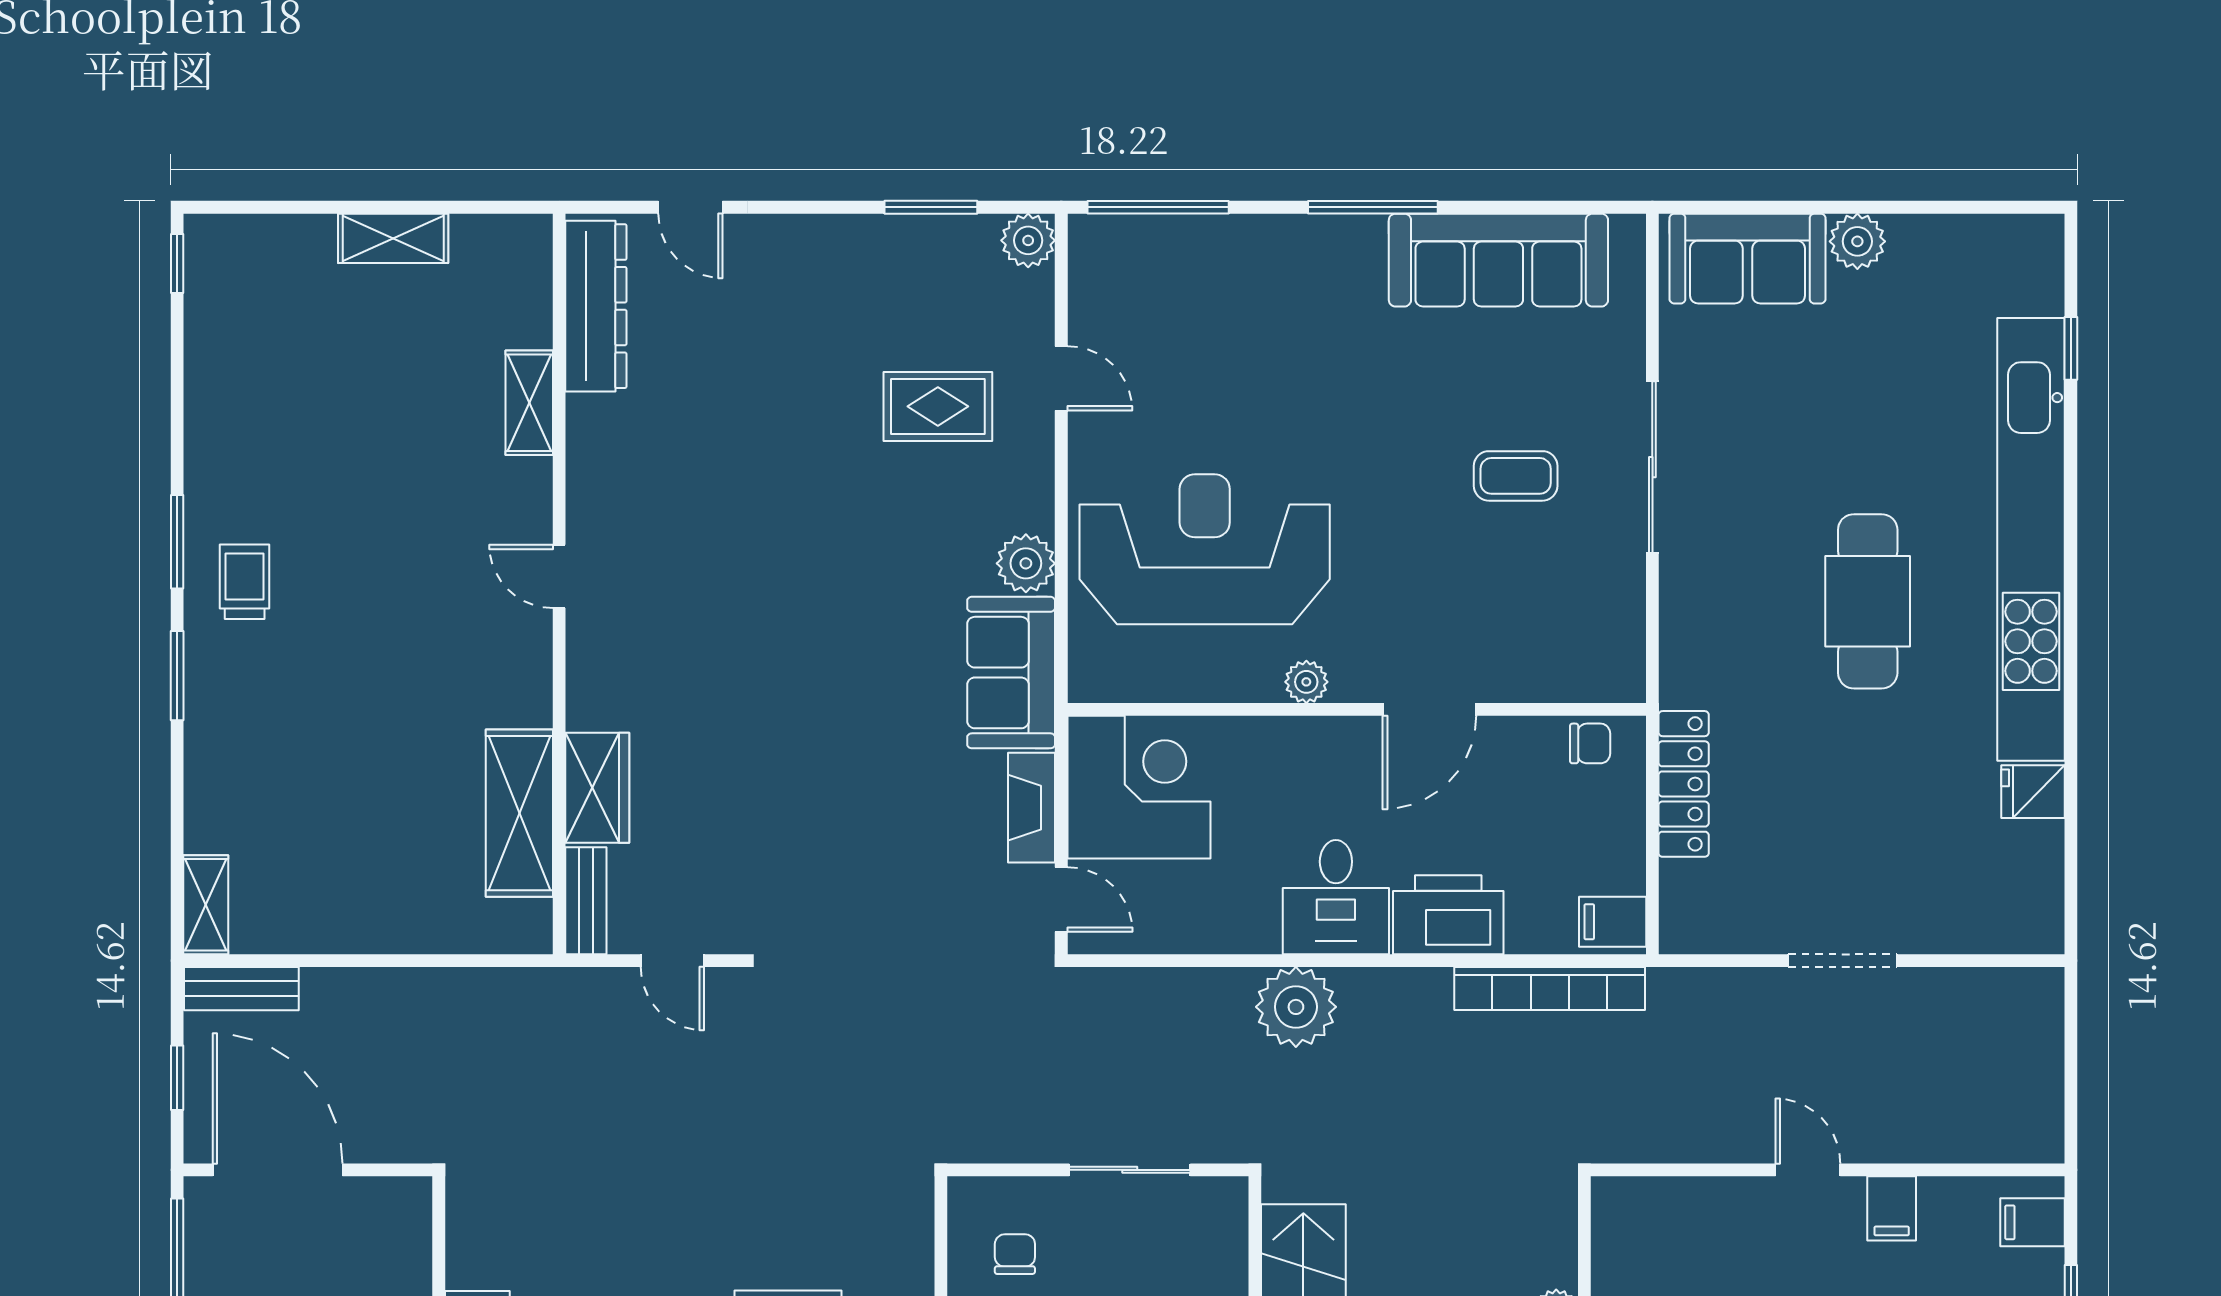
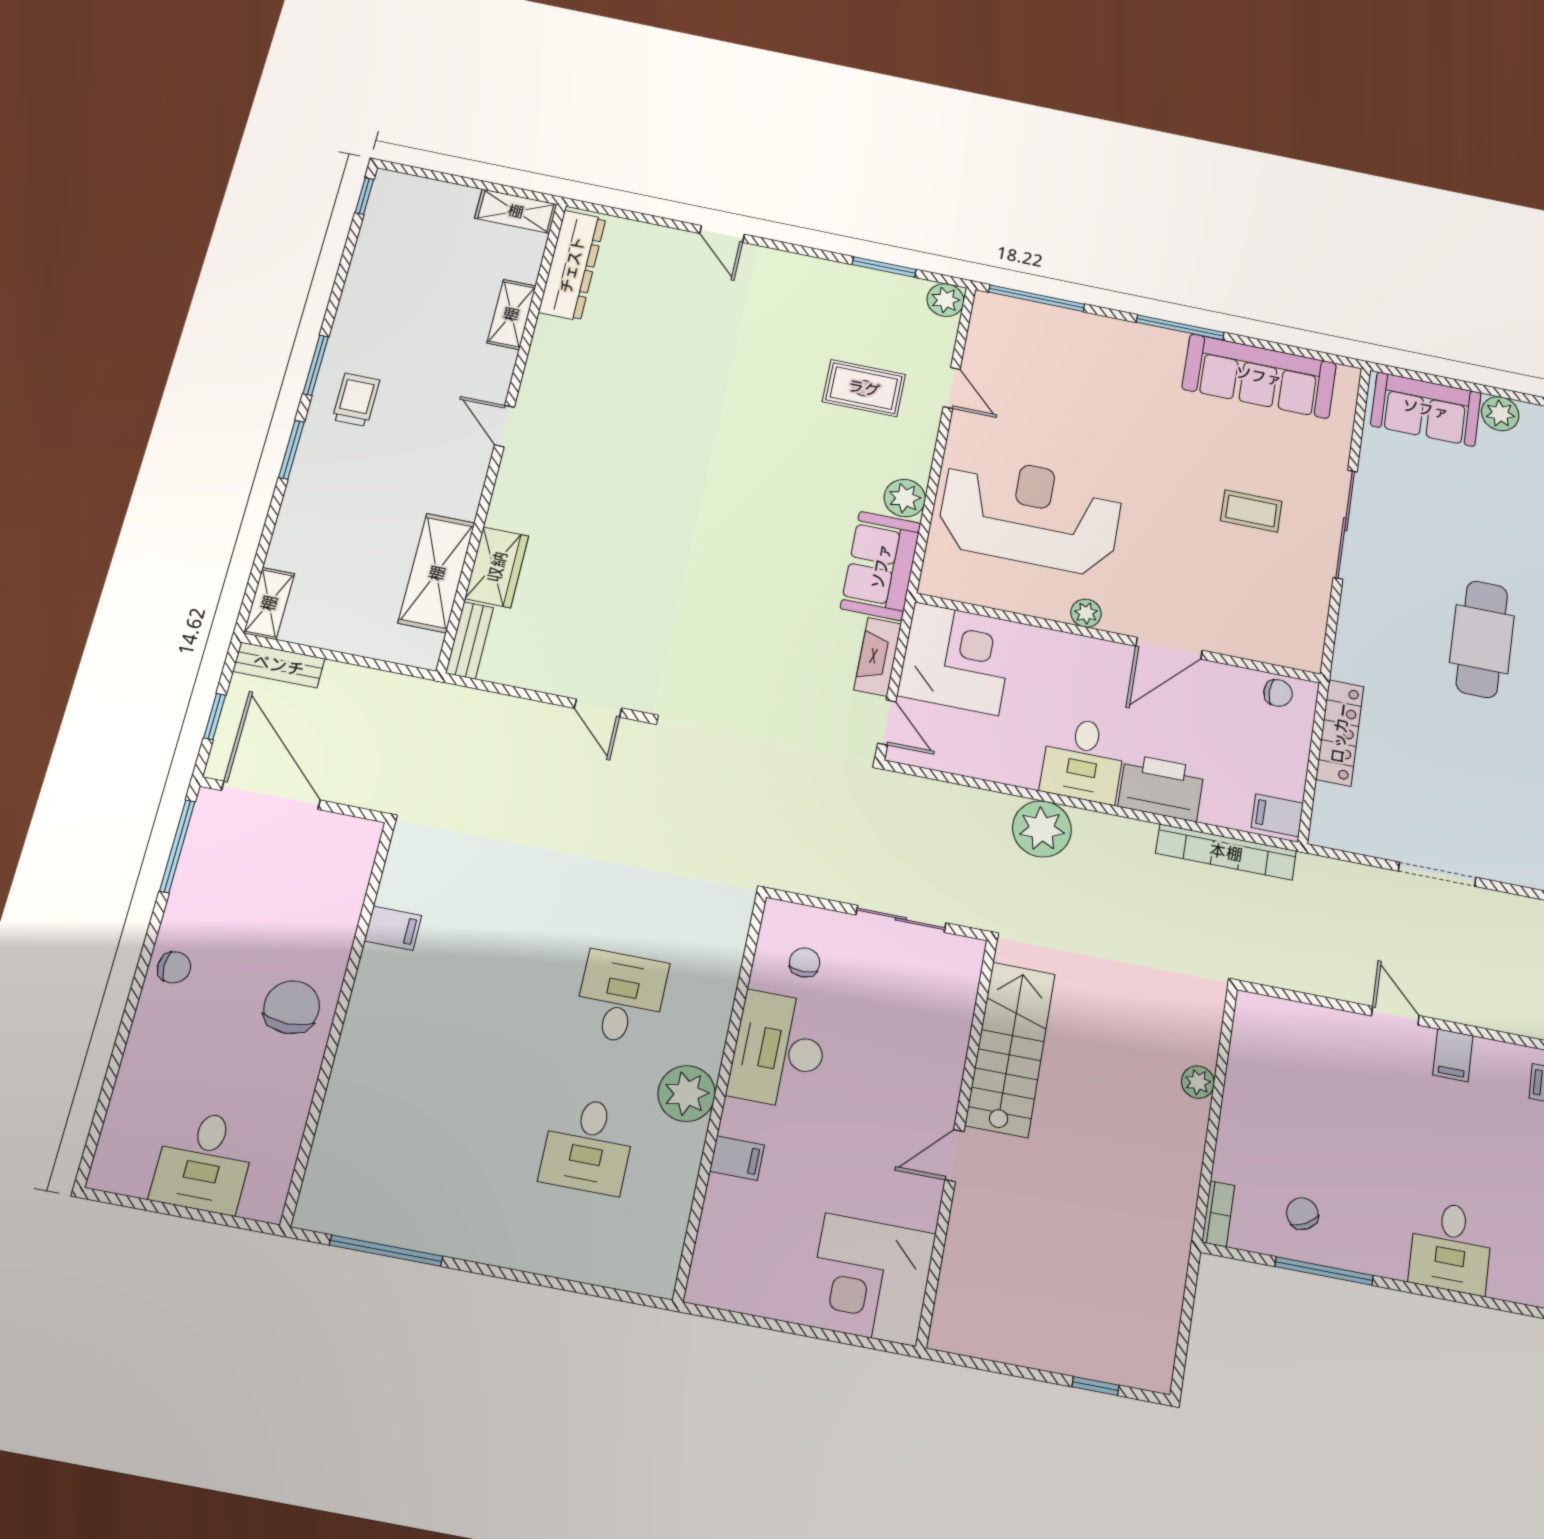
dresser: (596, 306) -> (572, 265), moved
shelving: (529, 403) -> (511, 314), moved
door: (559, 576) -> (504, 426), moved
wall: (559, 584) -> (503, 431), moved
wardrobe: (597, 788) -> (497, 567), moved
shelving: (519, 813) -> (437, 573), moved
bench: (586, 901) -> (469, 640), moved

